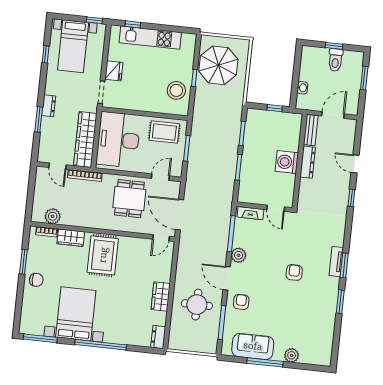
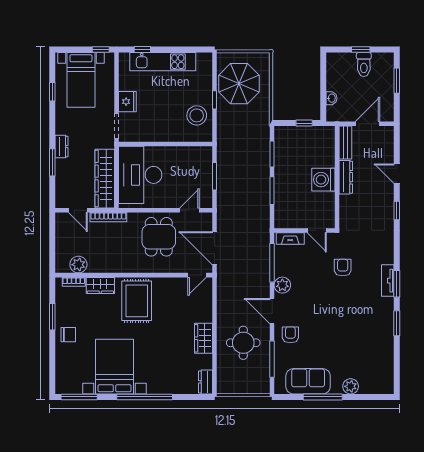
rug: (164, 132) -> (189, 161), removed
armchair: (294, 272) -> (343, 268), moved

